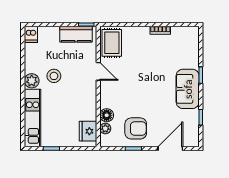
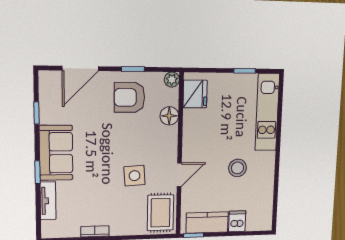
dishwasher: (31, 34) -> (237, 221), moved
tv unit: (194, 54) -> (48, 201), added
door: (98, 71) -> (179, 175), swing flipped
side table: (132, 71) -> (135, 176), added
plant: (32, 81) -> (266, 161), removed
plant: (105, 128) -> (172, 80), moved

